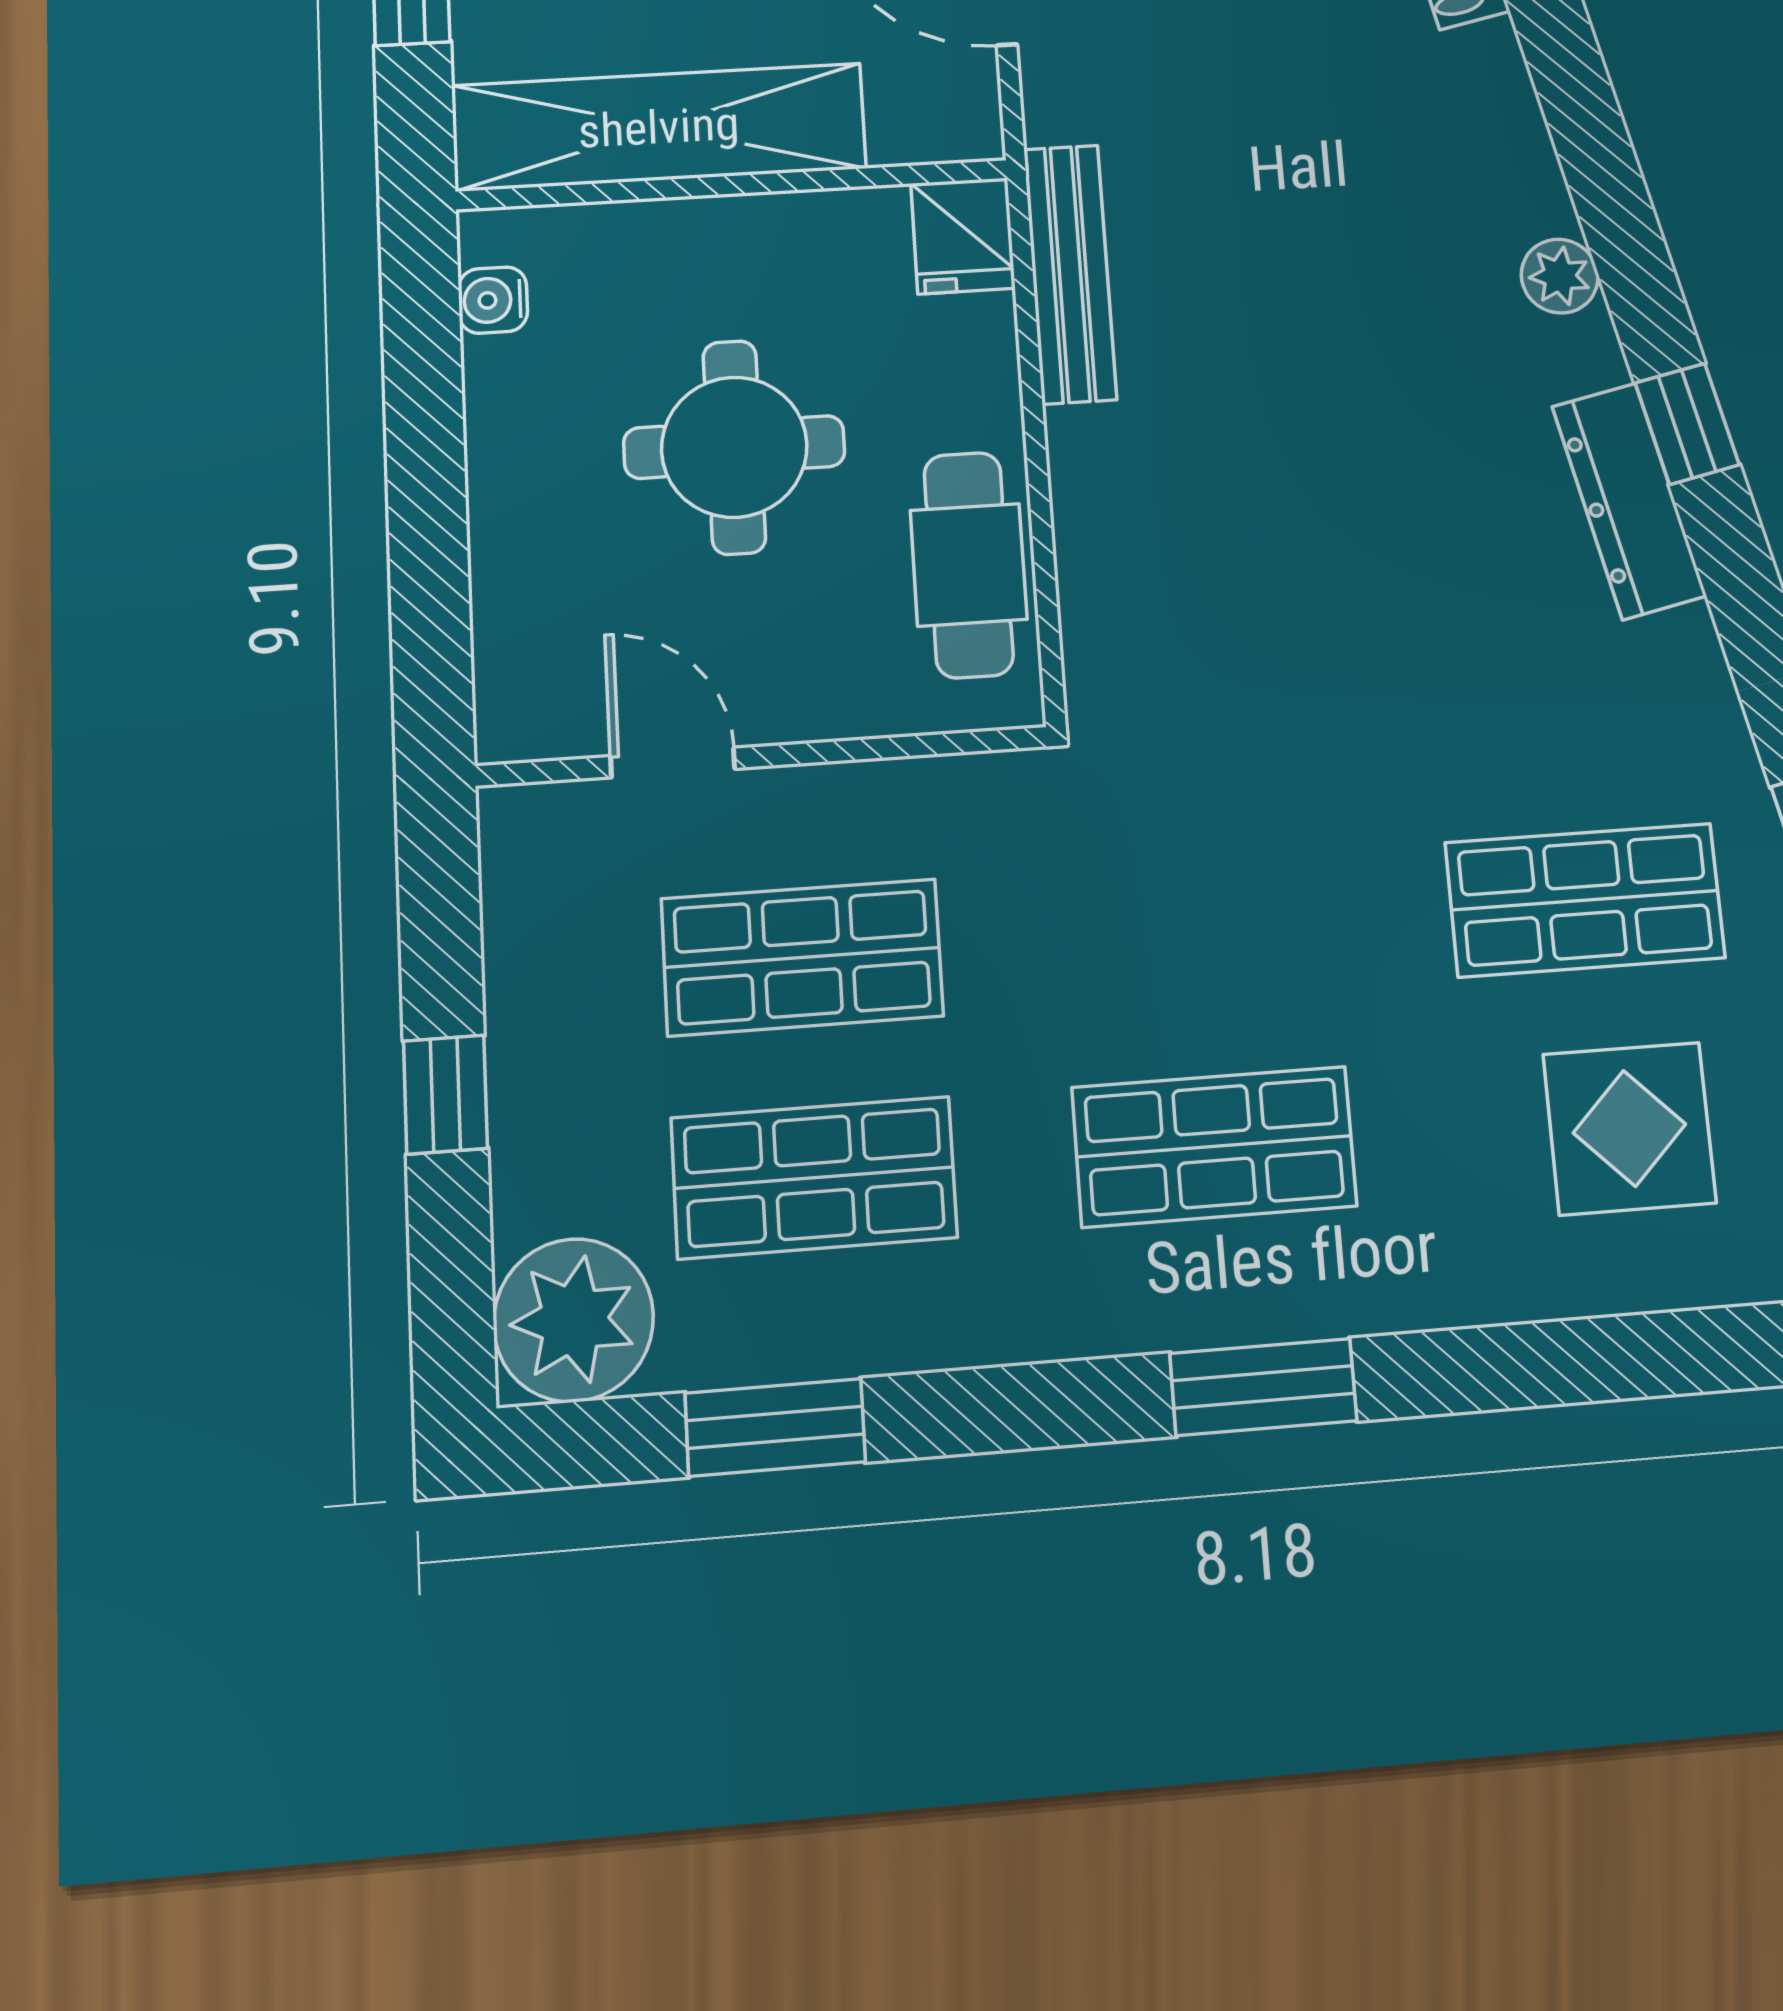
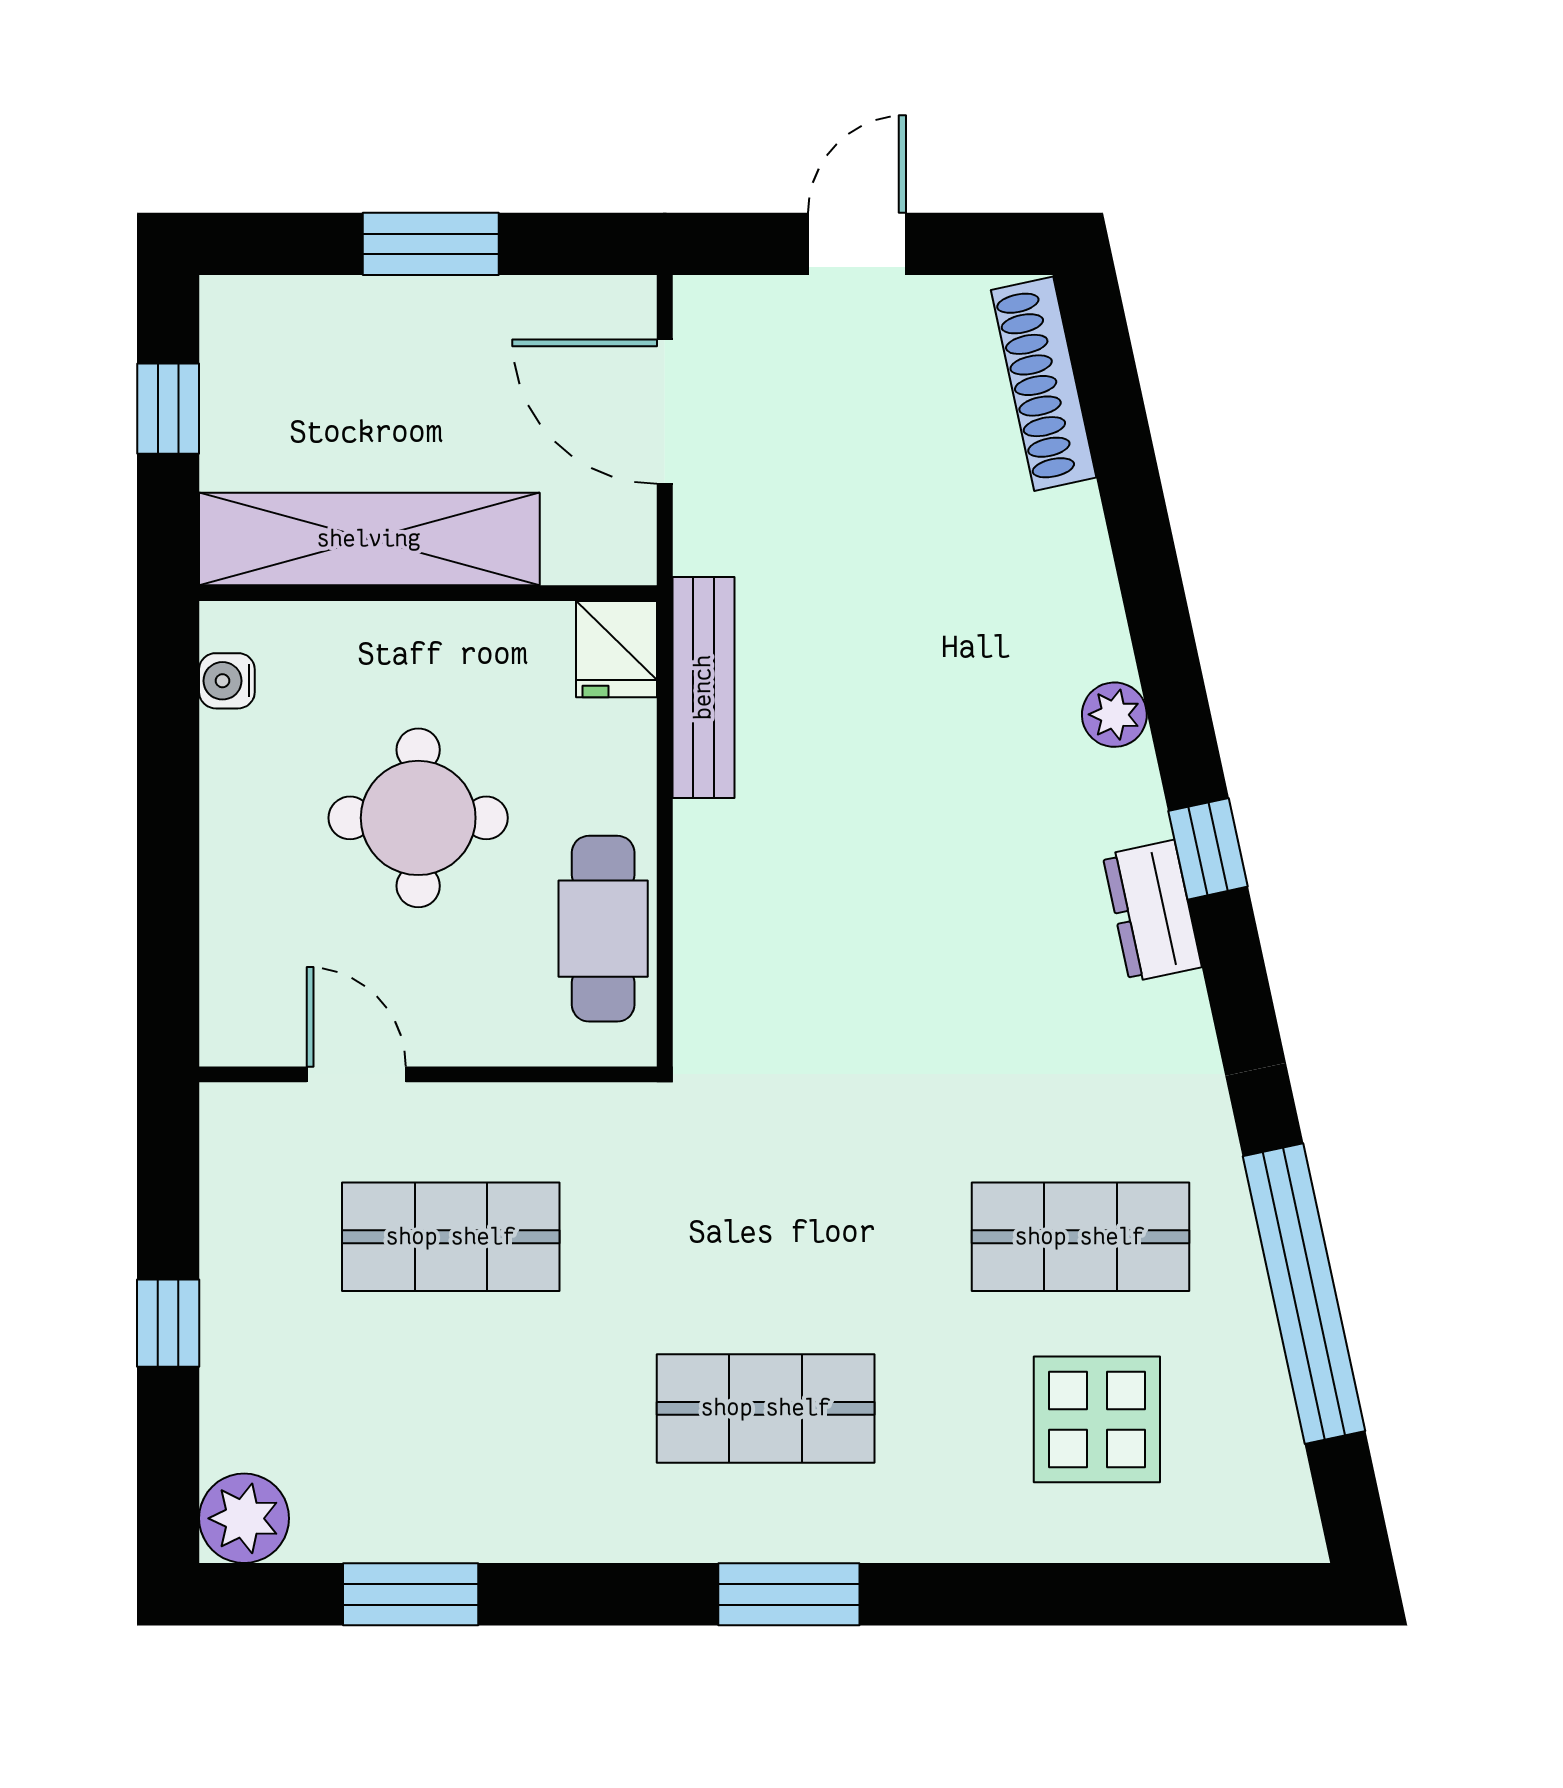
dresser: (1629, 501) -> (1152, 911), width x0.70
shop shelf: (814, 1178) -> (451, 1408), removed
plant: (573, 1320) -> (244, 1518), width x0.73, depth x0.73

